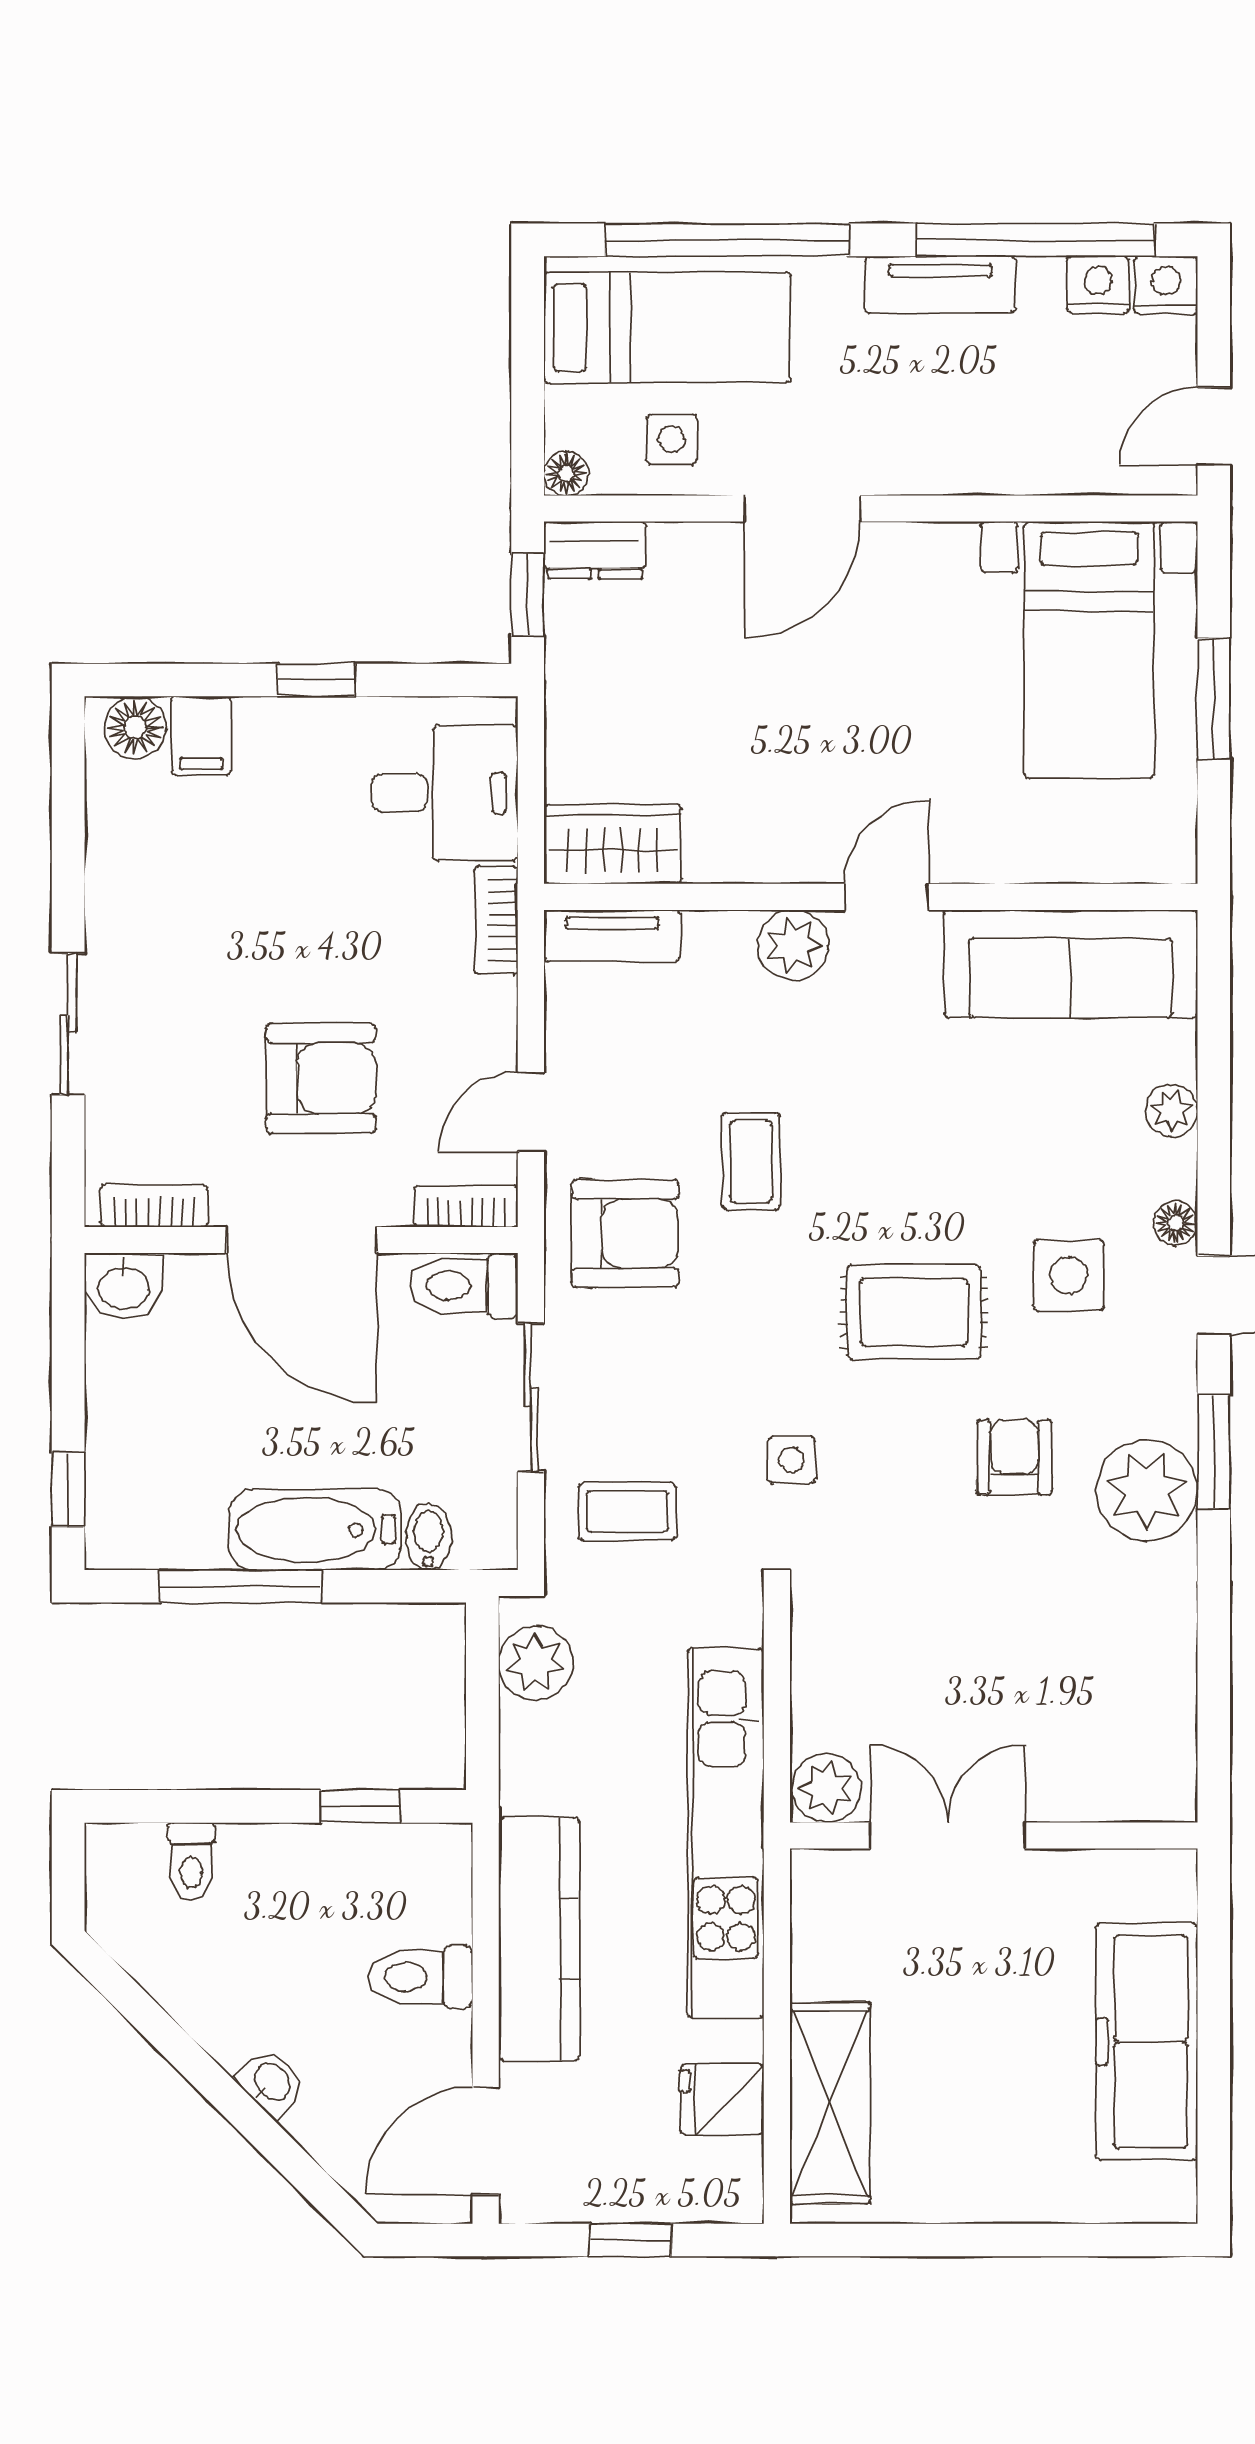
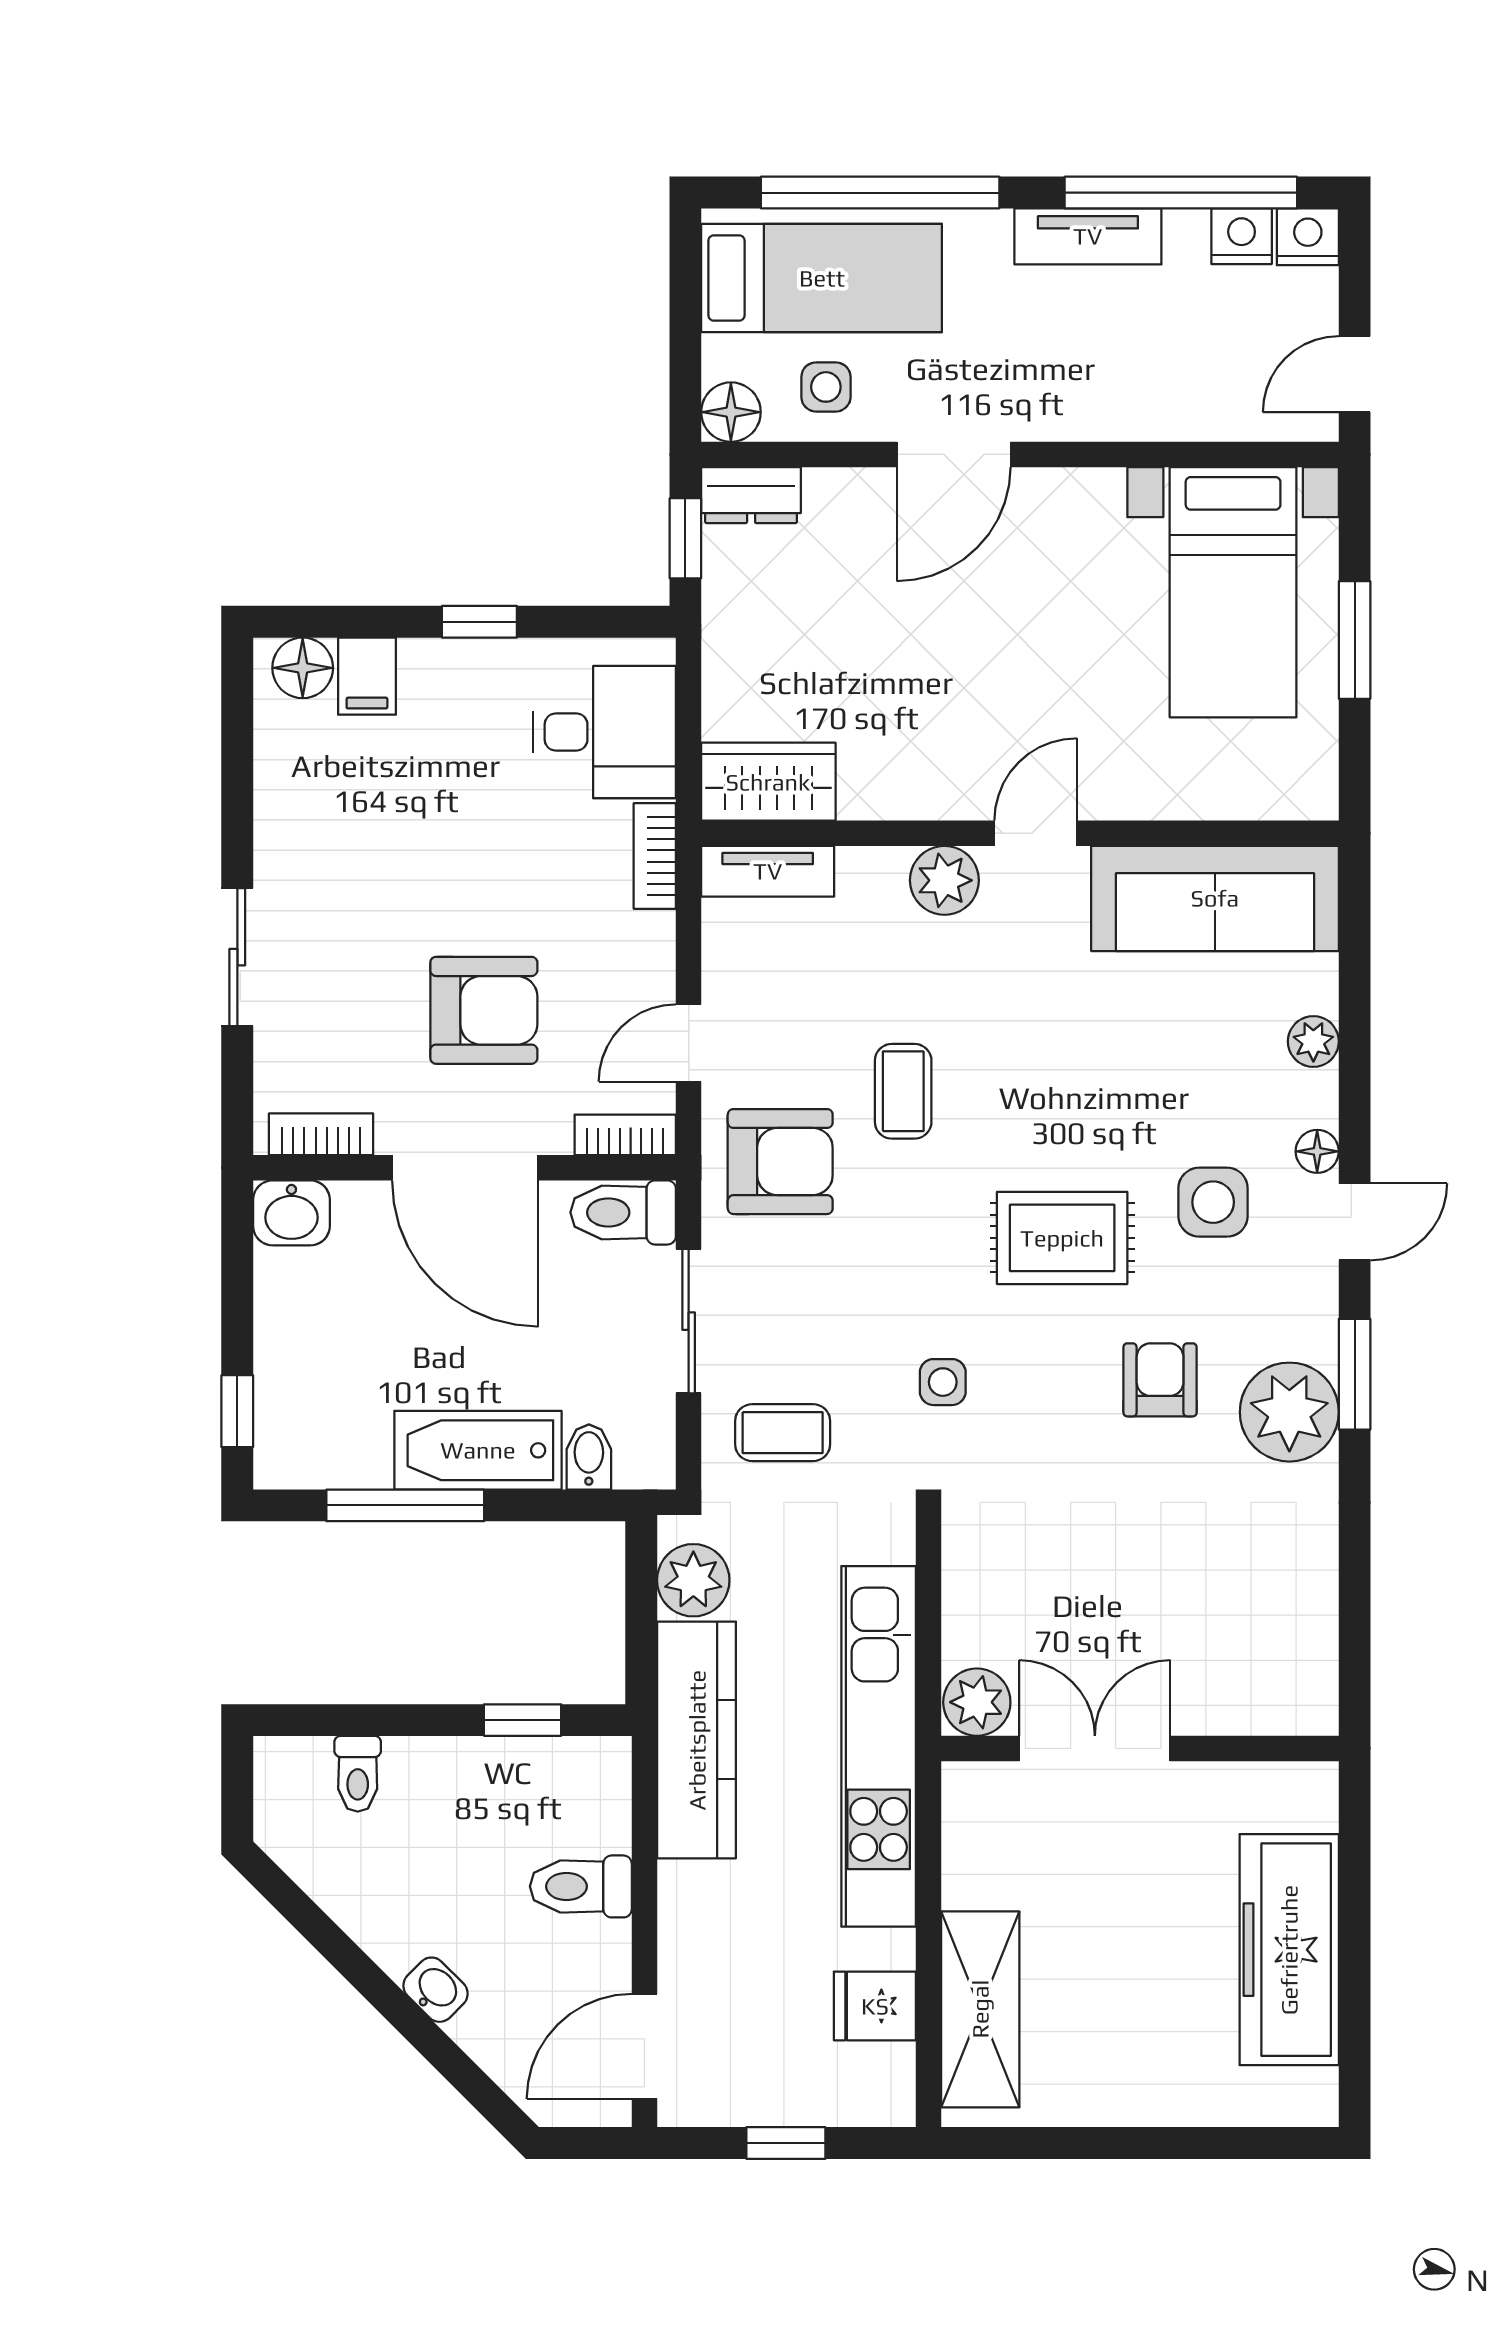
floor lamp: (566, 473) -> (731, 412), width x1.37, depth x1.37
kitchen counter: (539, 1939) -> (697, 1740), moved

